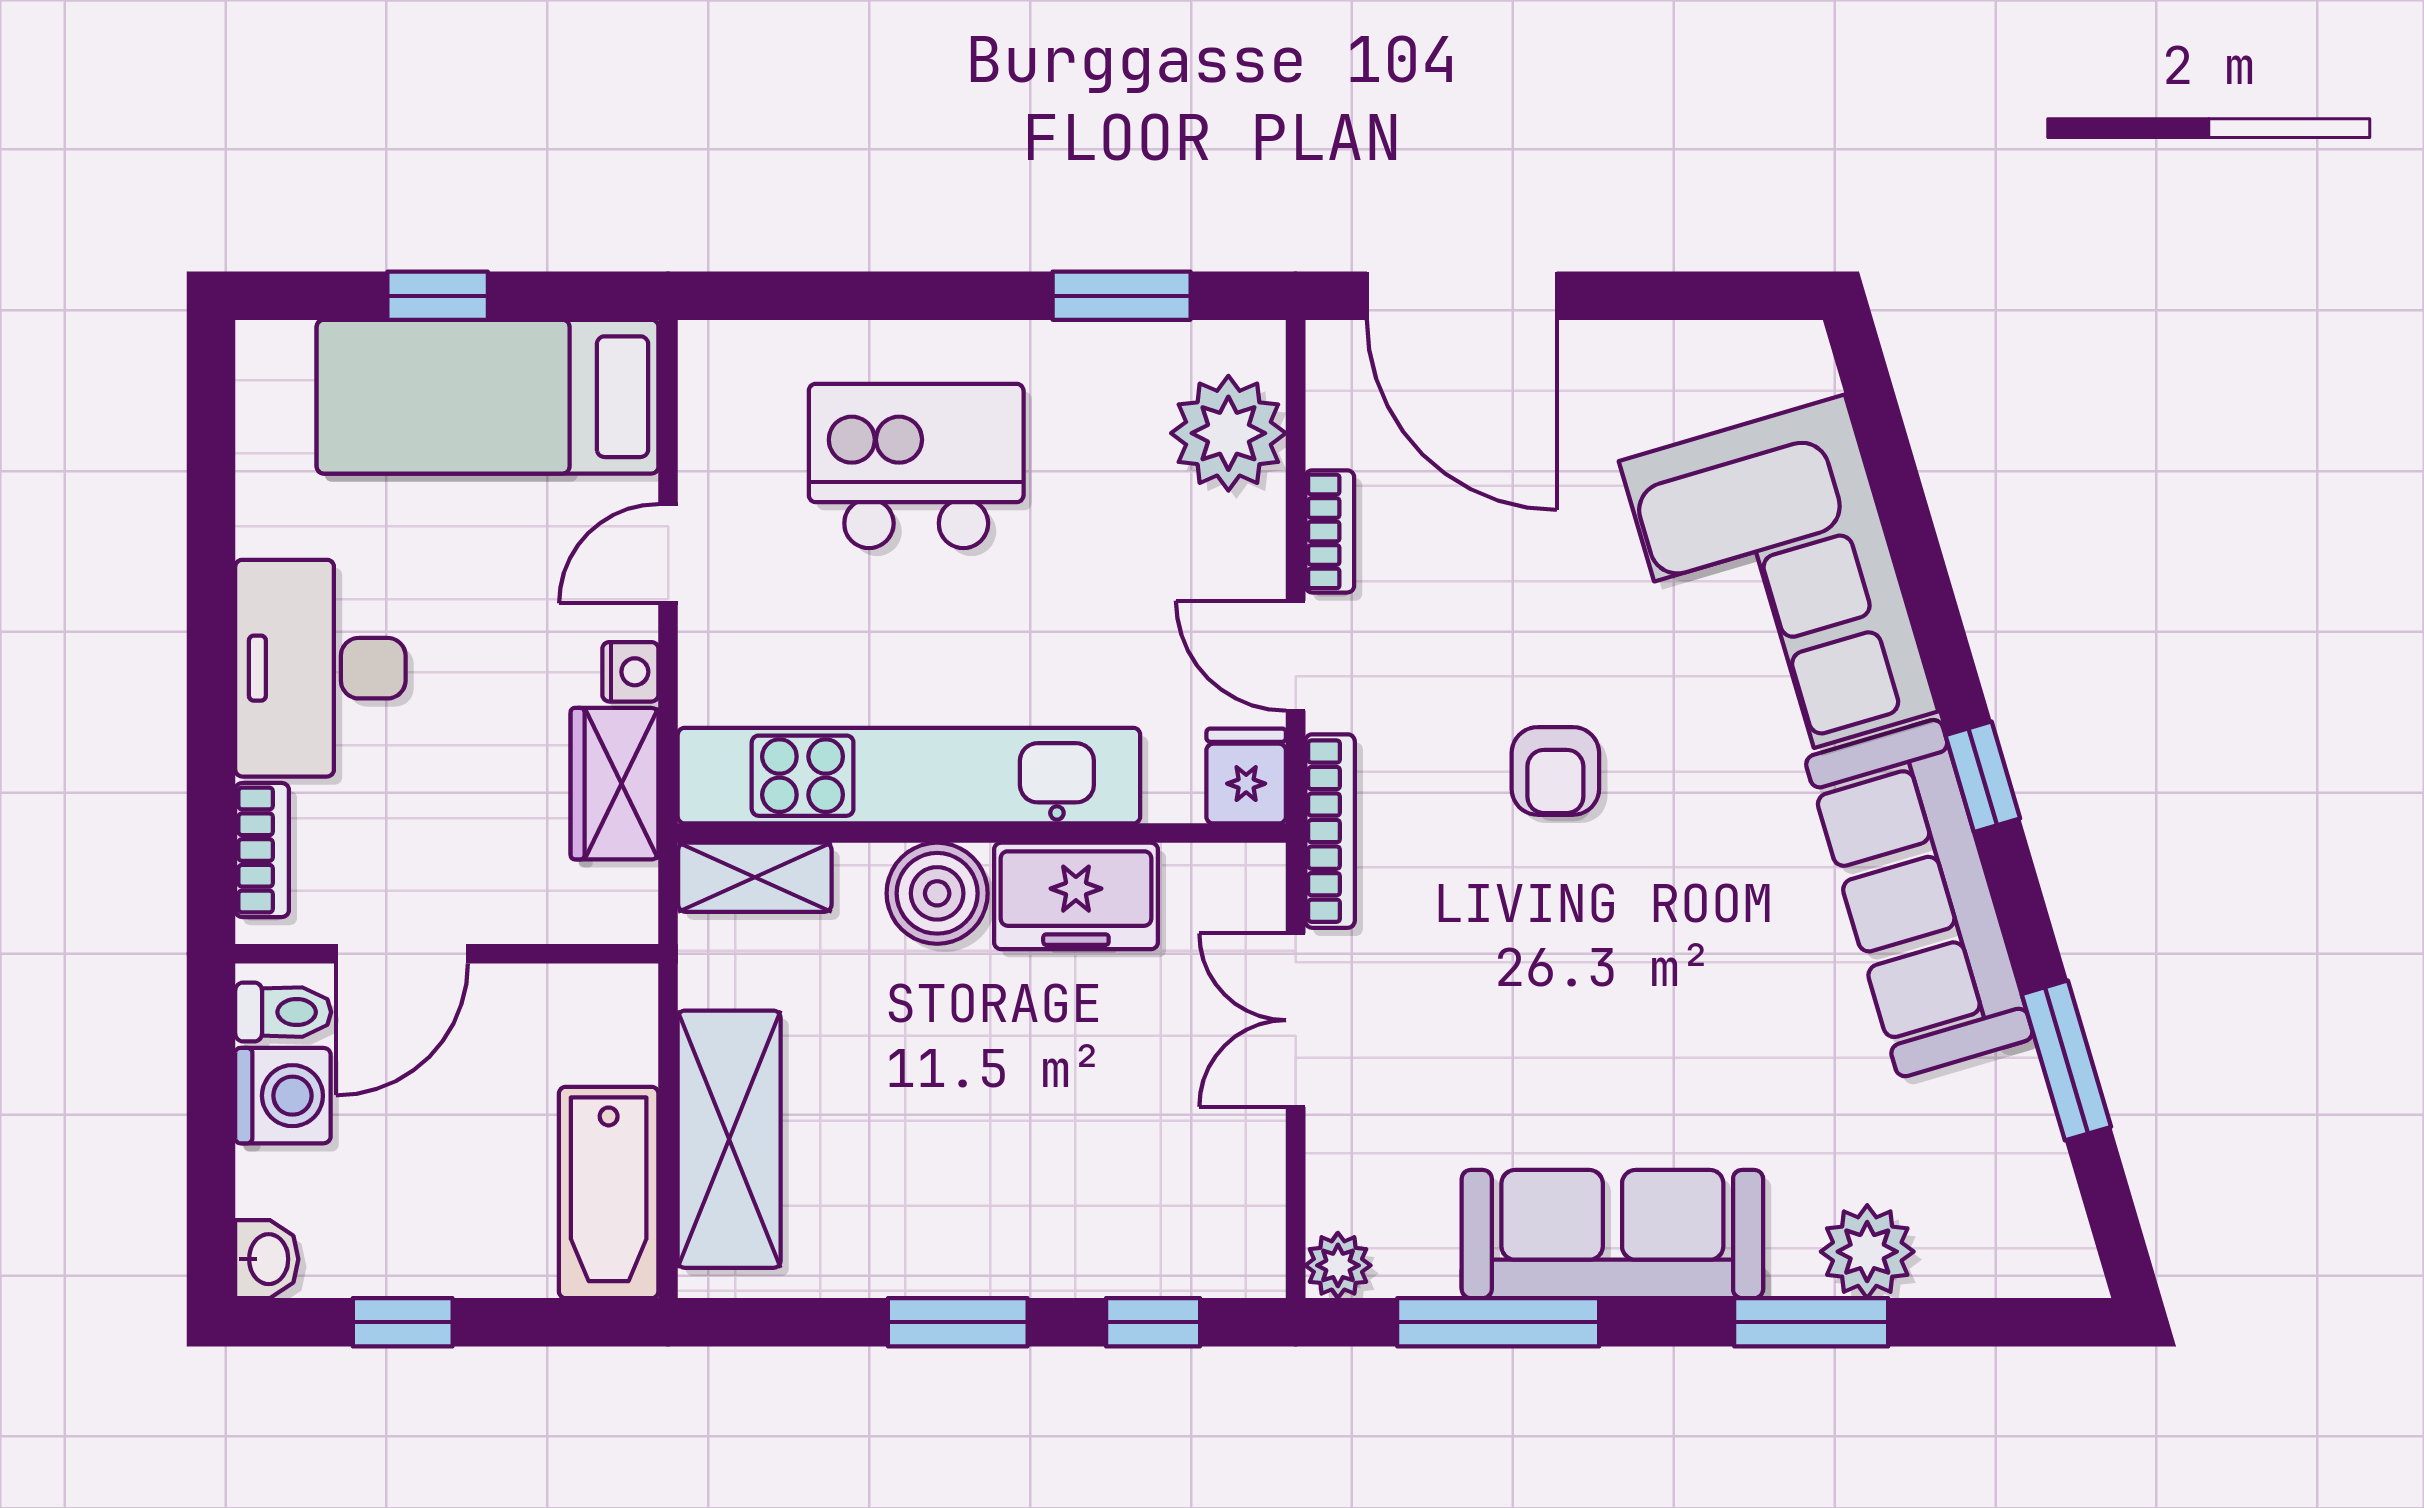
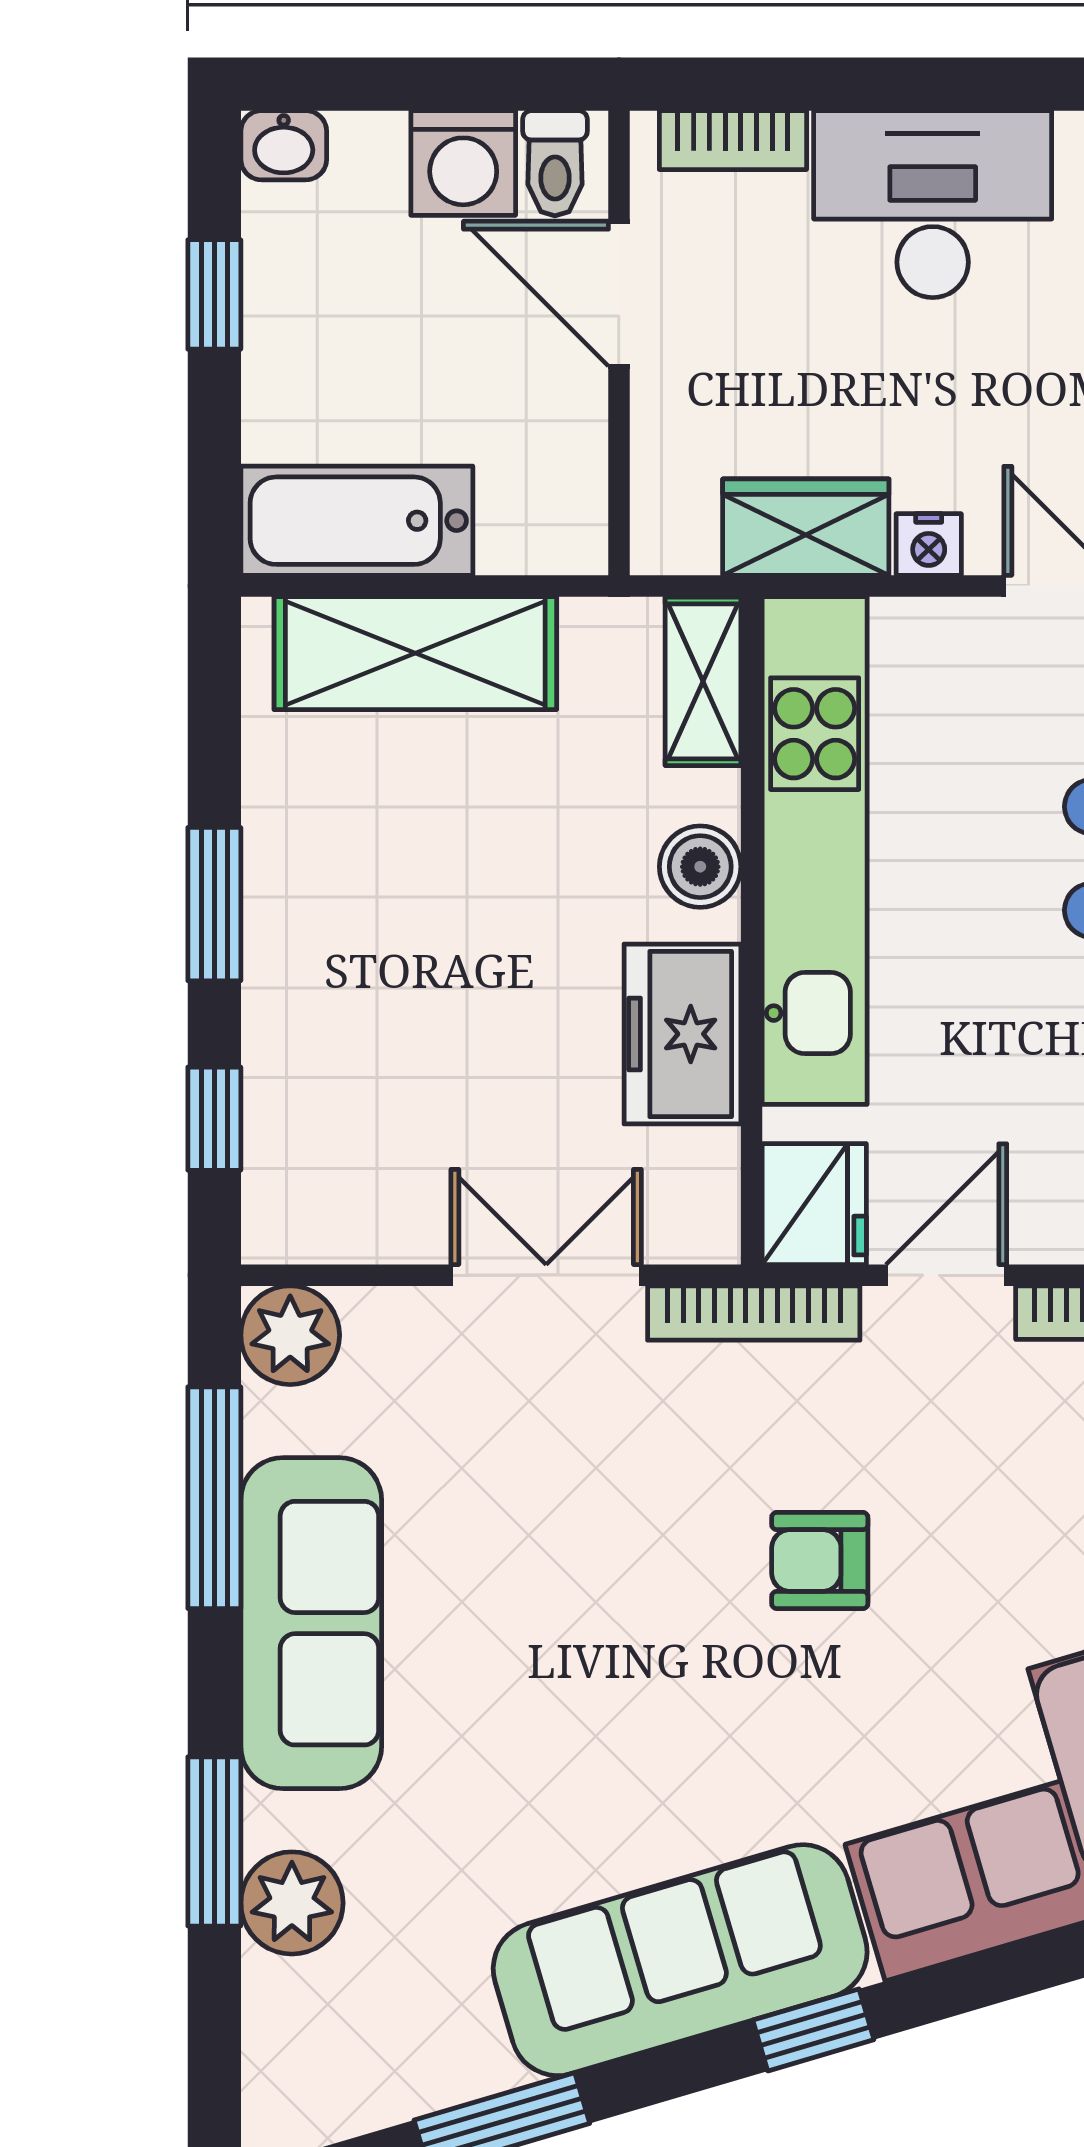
fridge: (1246, 776) -> (814, 1204), width x1.38
boiler: (937, 893) -> (700, 867), width x0.73, depth x0.73
plant: (1338, 1265) -> (290, 1335), width x1.38, depth x1.38

